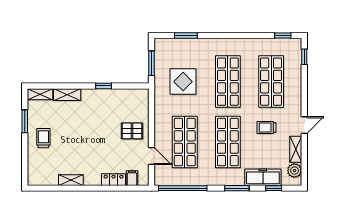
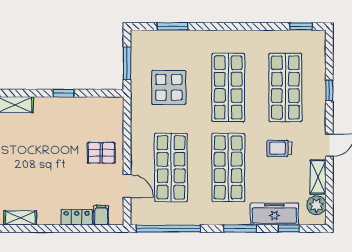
window: (304, 57) -> (329, 90), moved

